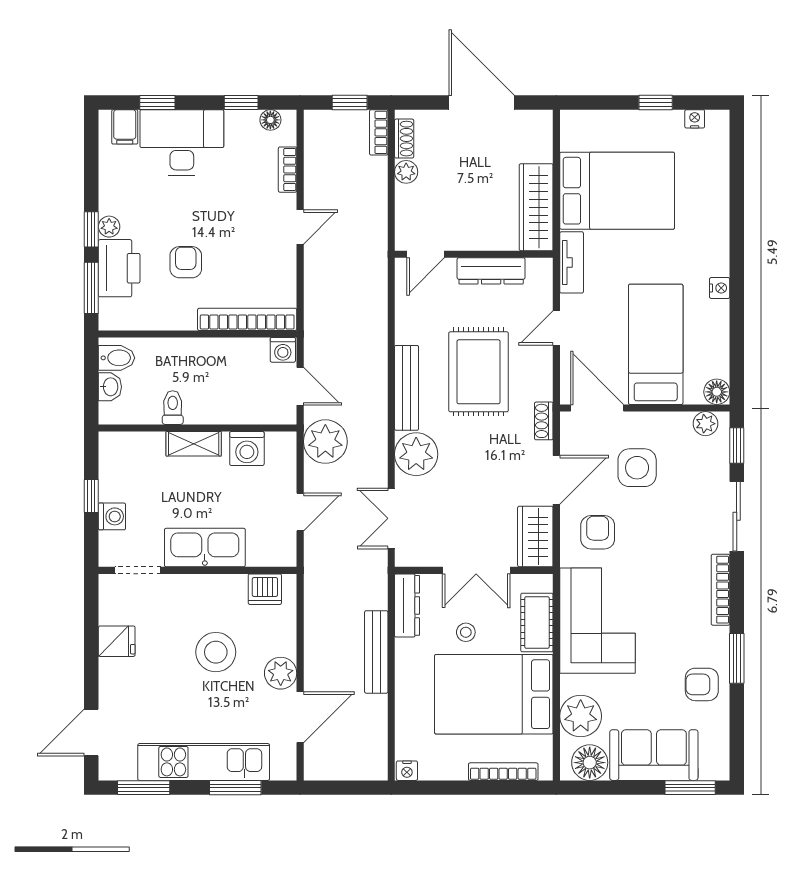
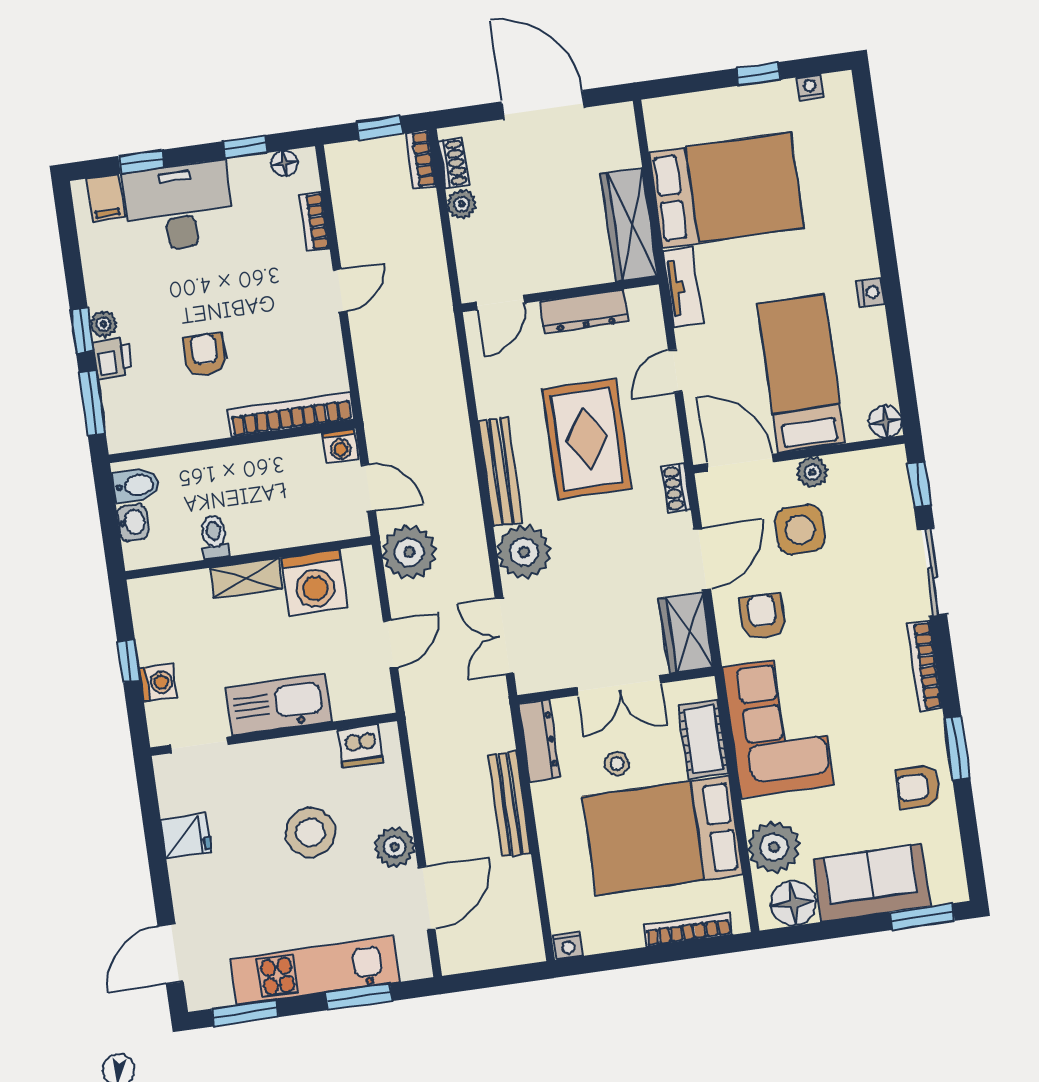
printer: (119, 268) -> (113, 358), width x0.53, depth x0.68
plant: (705, 424) -> (812, 472), moved
washing machine: (247, 448) -> (314, 582), width x1.37, depth x1.37

